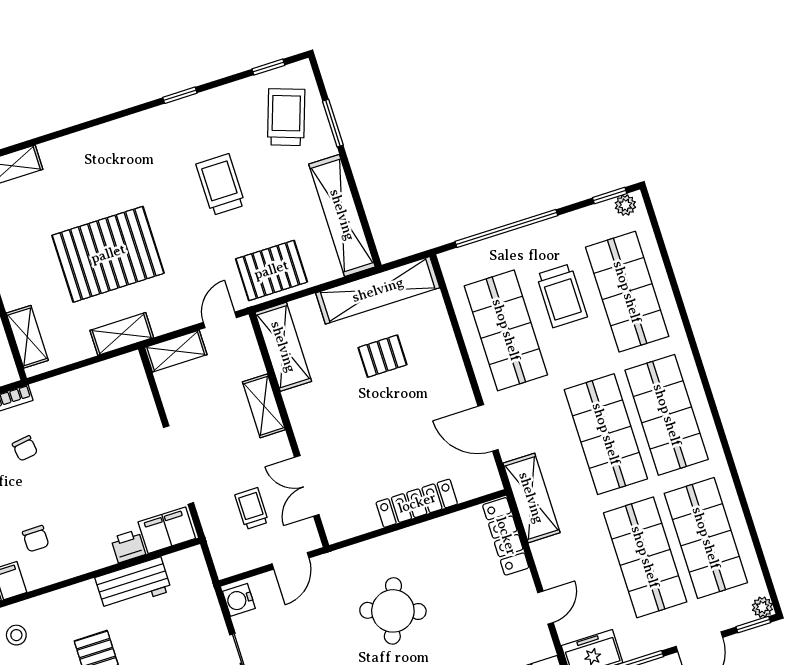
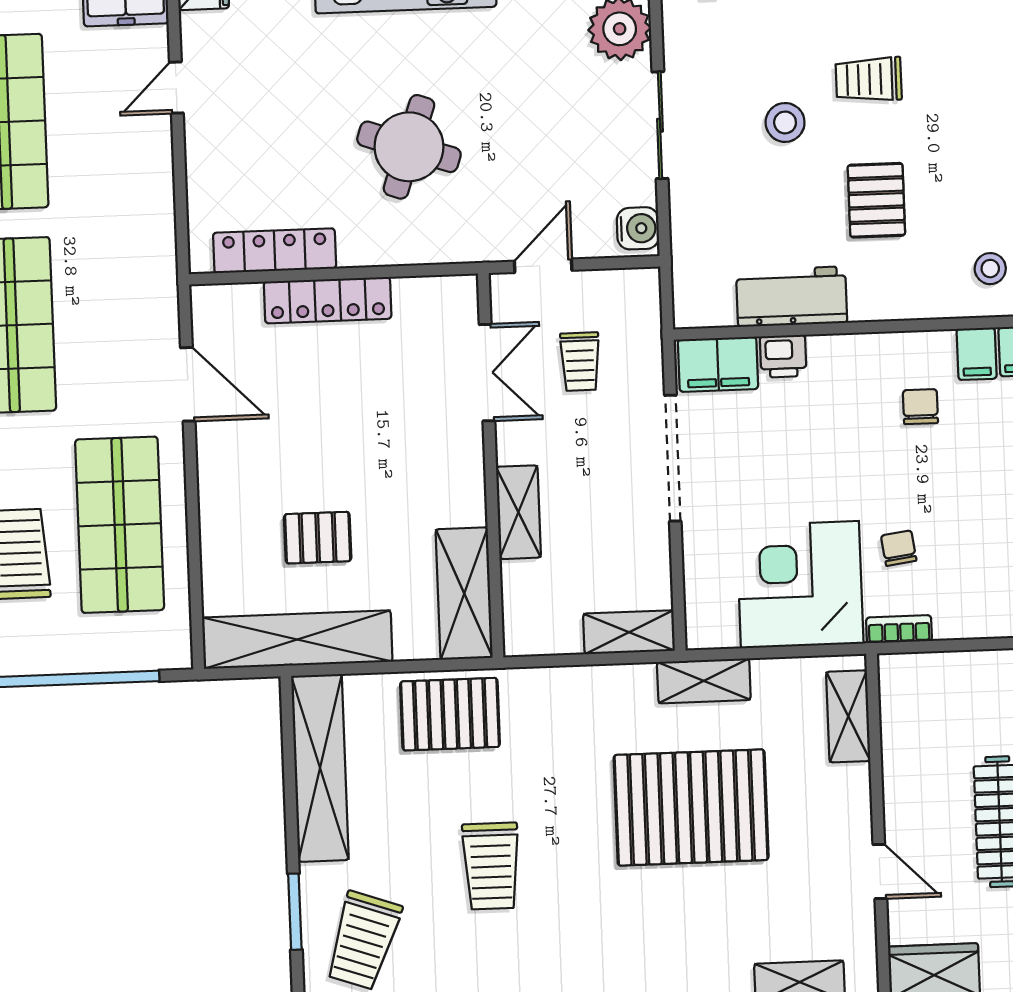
door: (220, 320) -> (549, 661), removed
corner desk: (79, 409) -> (800, 585), added
shelving: (531, 498) -> (151, 260), removed
locker: (506, 536) -> (275, 251), moved, turned -90

